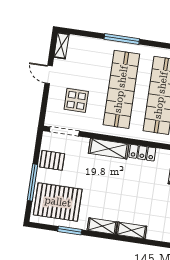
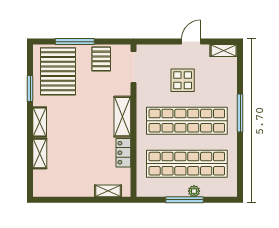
display table: (76, 100) -> (183, 80), moved

